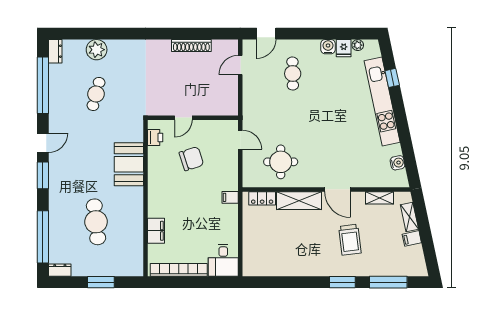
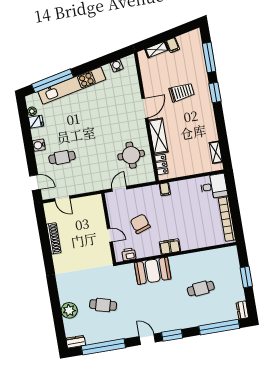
water cooler: (328, 47) -> (39, 145), moved
window: (392, 78) -> (53, 81), width x3.17
shelving: (379, 198) -> (216, 152), moved
cafe table: (96, 222) -> (201, 289), width x0.73, depth x0.74
filing cabinet: (156, 231) -> (170, 247), moved

